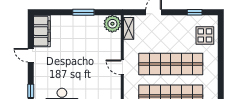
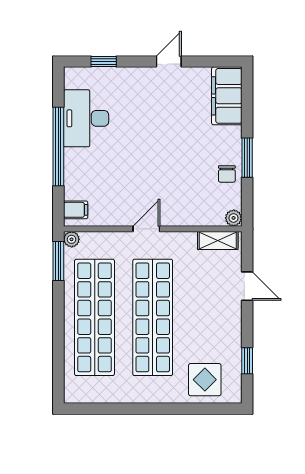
chair: (92, 23) -> (227, 174), added
plant: (112, 24) -> (234, 218), width x0.53, depth x0.53
filing cabinet: (42, 31) -> (227, 96), moved, turned 90

